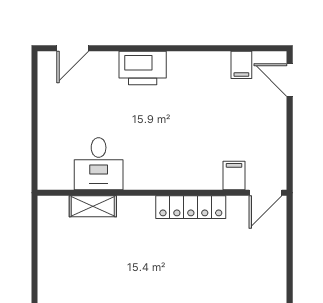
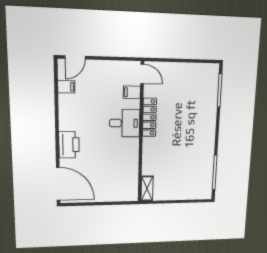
door: (73, 48) -> (58, 184), width x1.87
desk: (99, 164) -> (125, 123), moved
shelving: (93, 206) -> (147, 188), moved

